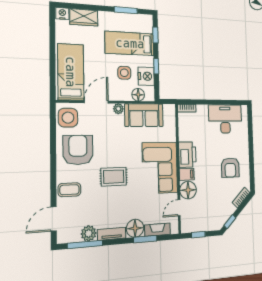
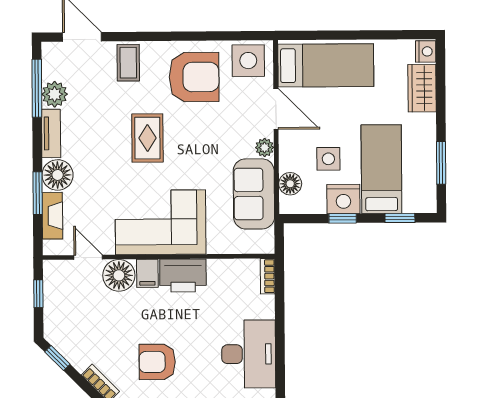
nightstand: (146, 76) -> (343, 199), moved

